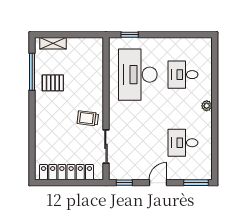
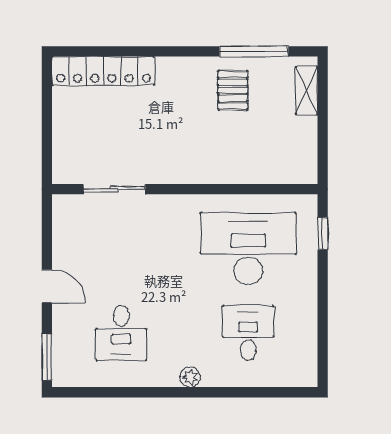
trolley: (88, 118) -> (167, 156), removed
desk: (183, 143) -> (121, 333), turned 180
locker: (66, 172) -> (103, 71), moved, turned 90
window: (124, 183) -> (47, 223), removed

